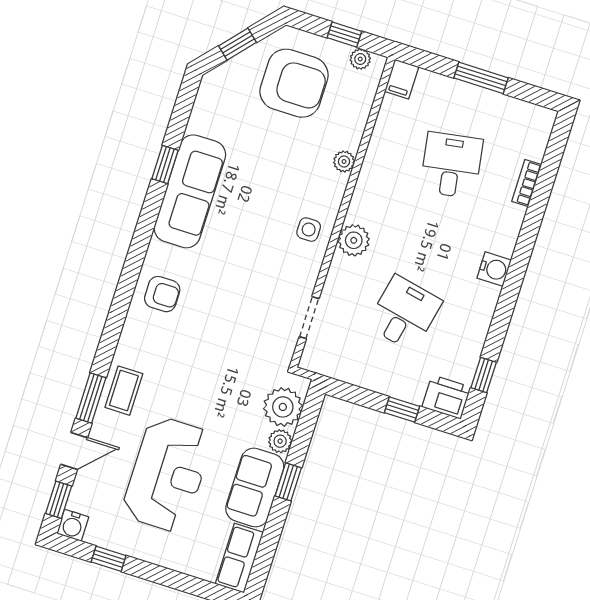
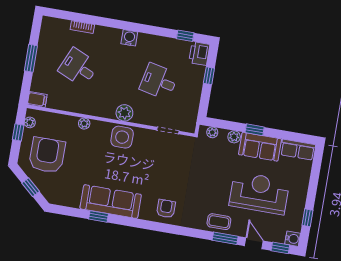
desk: (451, 165) -> (78, 68), turned 33
side table: (309, 230) -> (122, 137), width x1.87, depth x1.87
plant: (283, 407) -> (212, 132), width x0.53, depth x0.53

